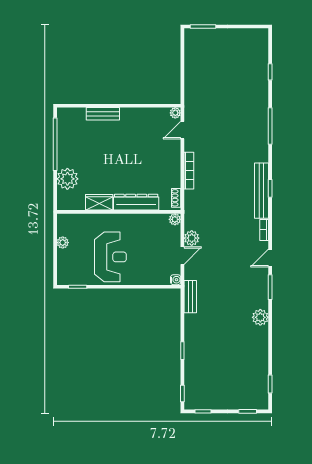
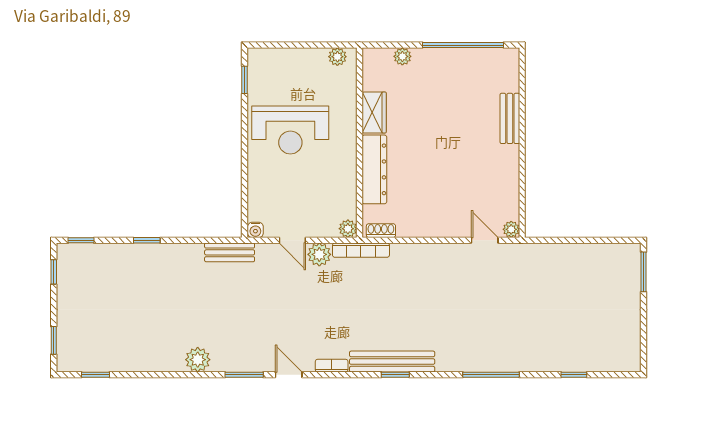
bookcase: (189, 171) -> (361, 250), moved
plant: (67, 179) -> (402, 56), width x0.53, depth x0.53
plant: (63, 243) -> (337, 57), moved

